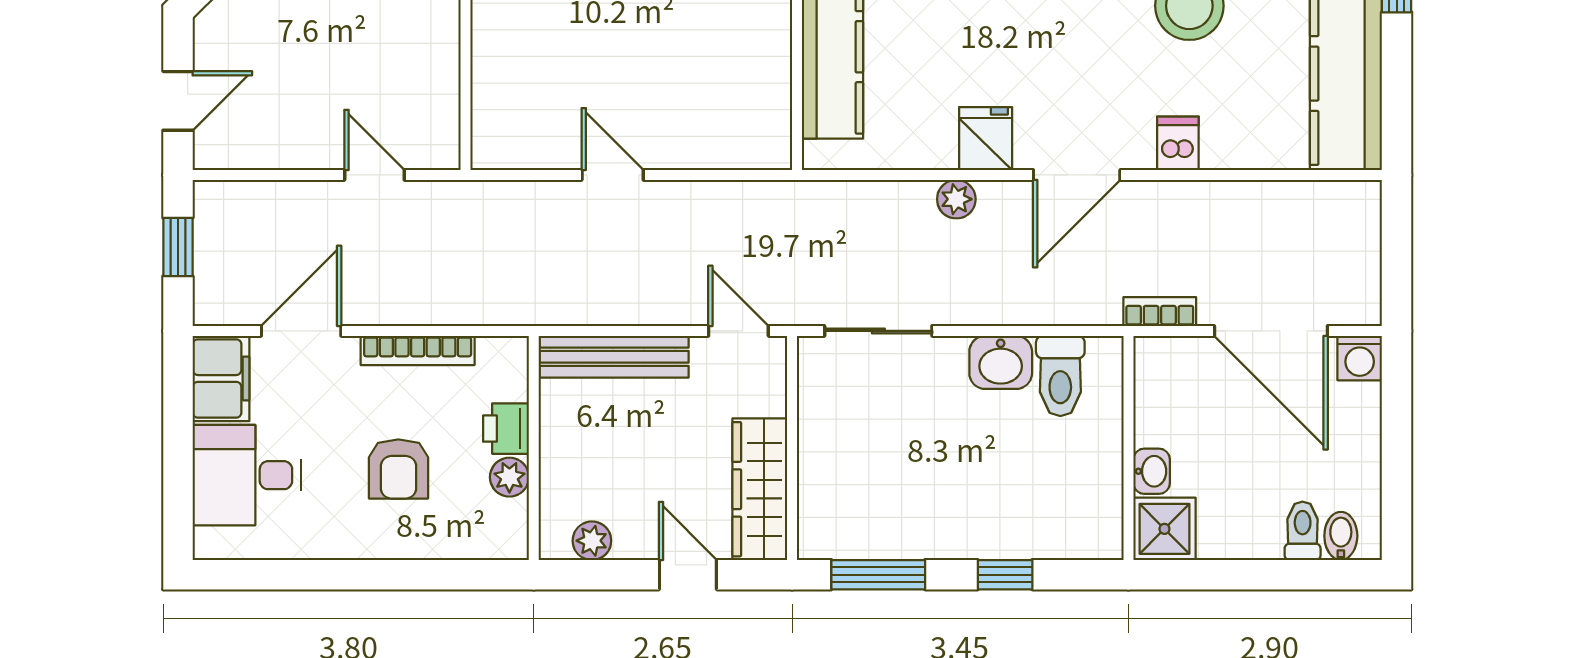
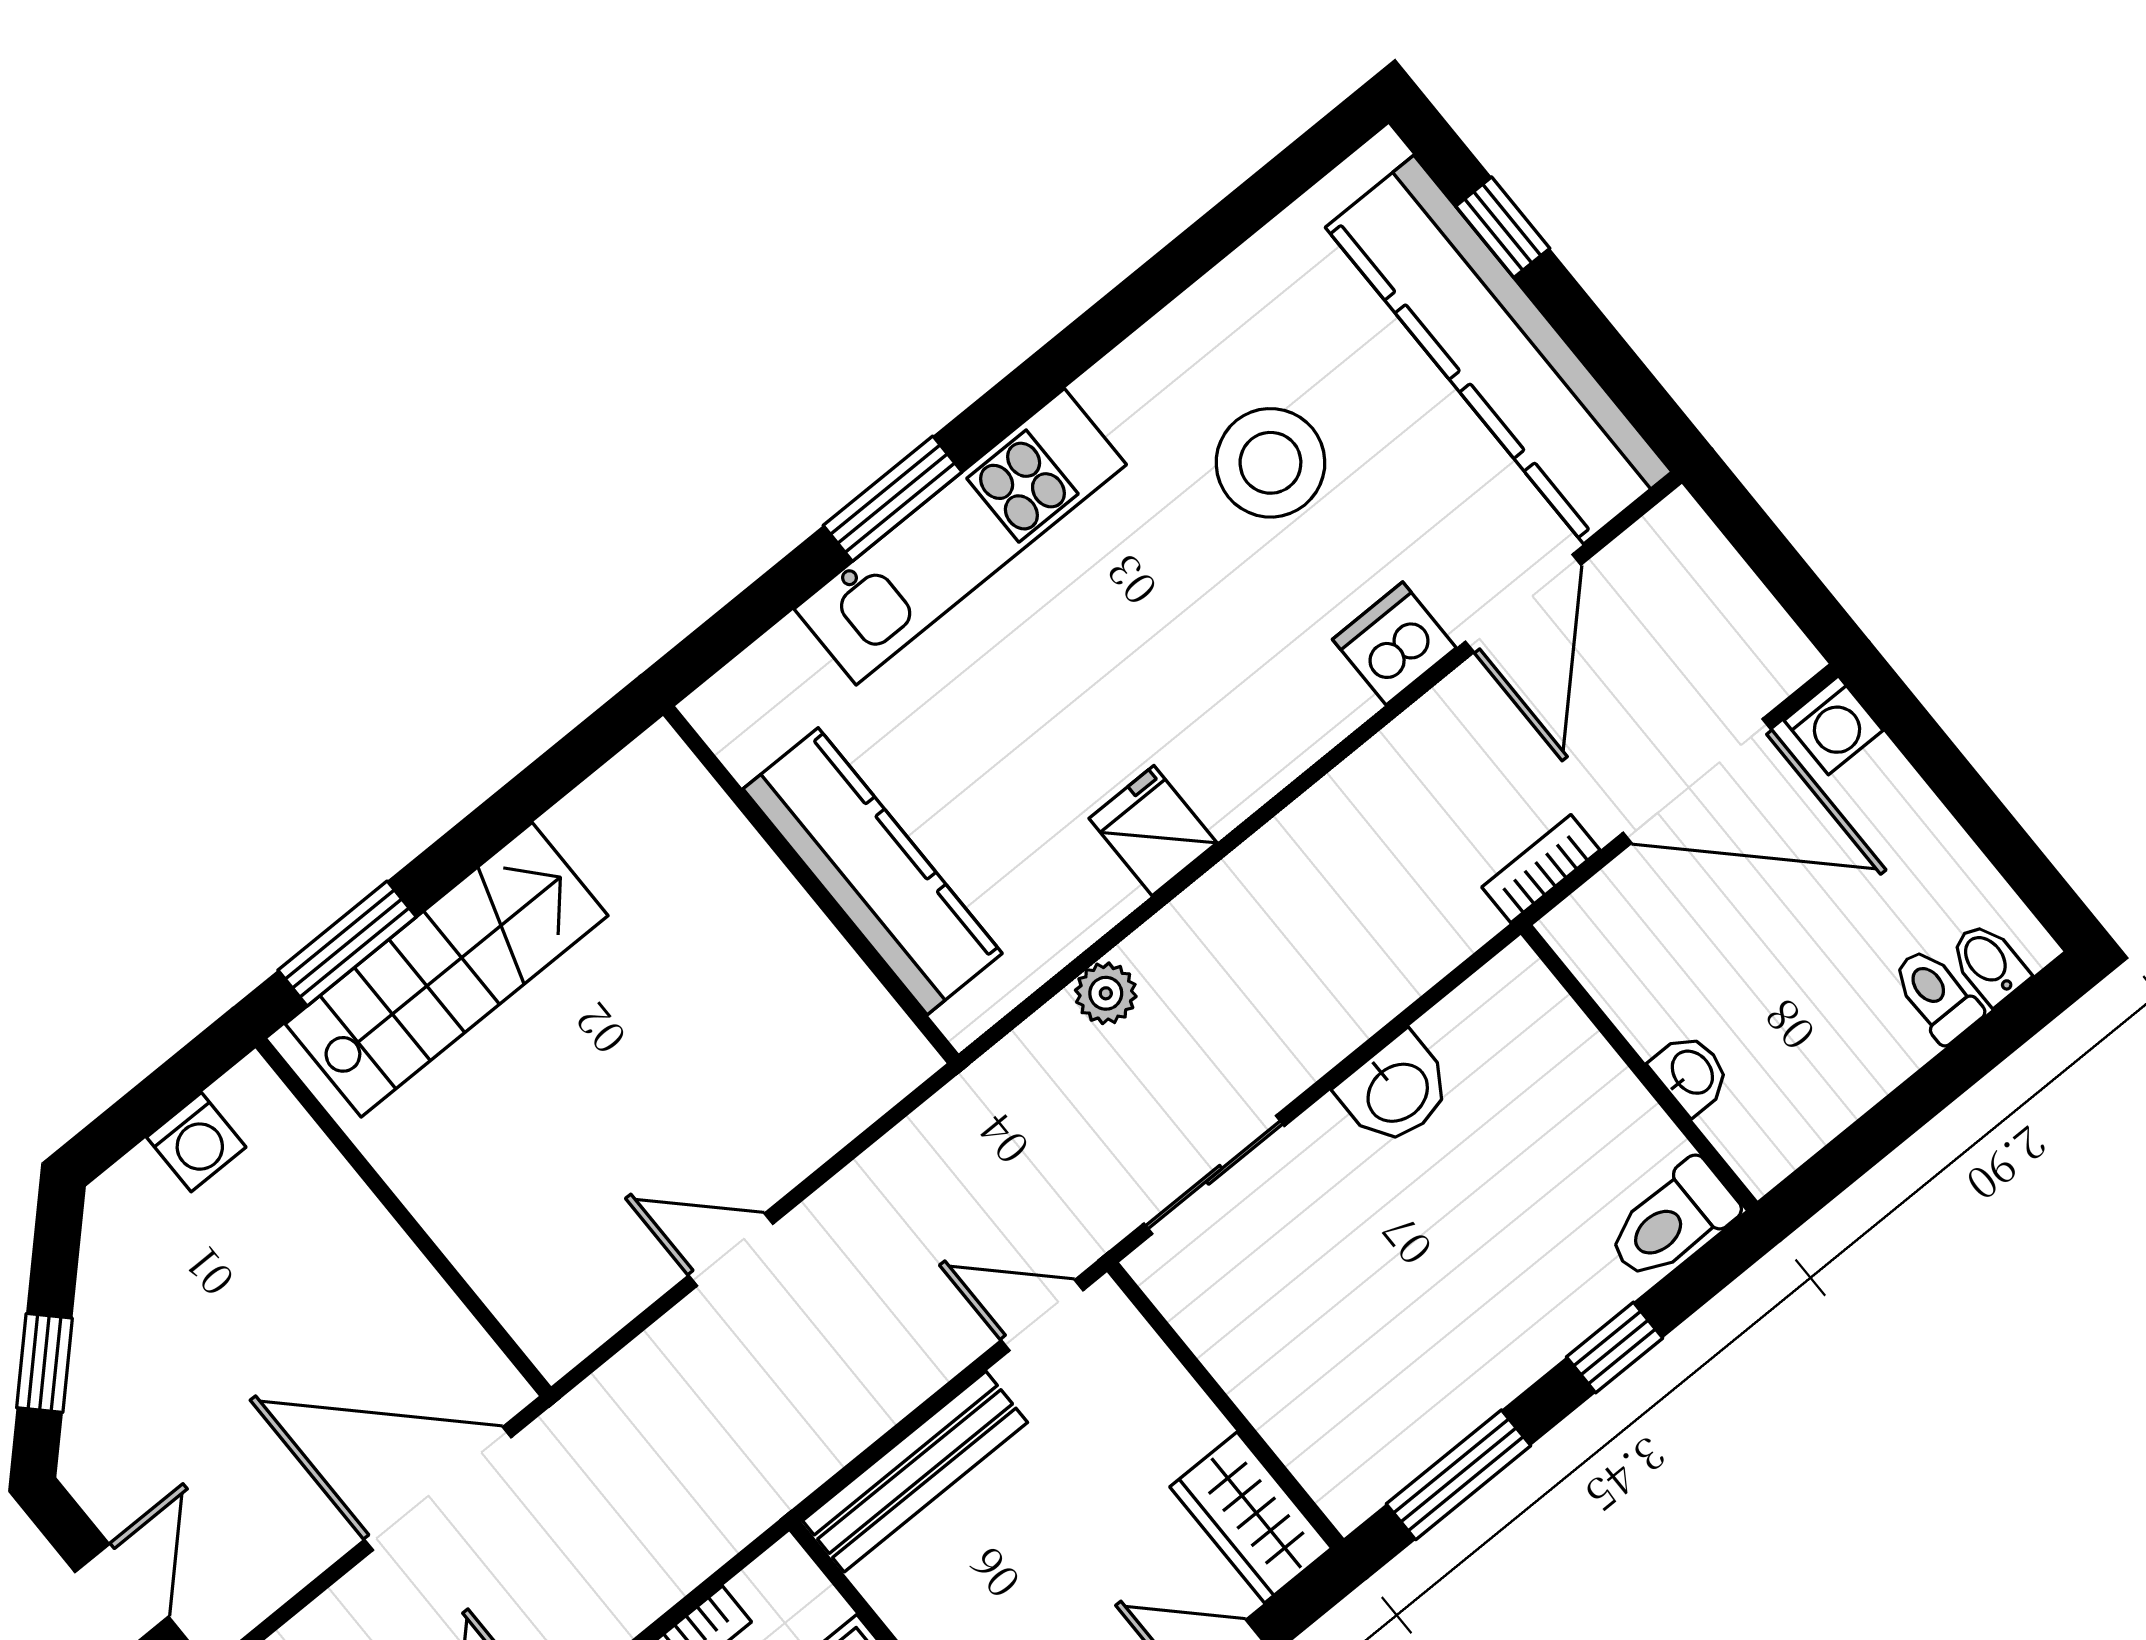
dishwasher: (1178, 143) -> (1394, 644), width x1.38
door: (374, 175) -> (438, 1489), width x1.87
door: (1077, 175) -> (1523, 603), moved
plant: (956, 199) -> (1106, 993), moved
toilet: (1060, 376) -> (1672, 1221), moved, turned 90
wardrobe: (760, 489) -> (1251, 1517), width x0.67
shower: (1164, 529) -> (1765, 1131), removed

